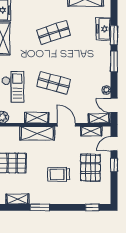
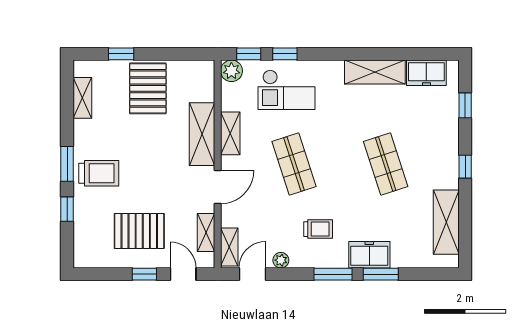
freezer: (103, 29) -> (369, 255), moved
trolley: (89, 70) -> (318, 229), added
shop shelf: (54, 83) -> (294, 164), turned -33
trolley: (59, 174) -> (99, 173), moved, turned 90
window: (40, 207) -> (67, 164), moved
window: (92, 207) -> (67, 209), moved

